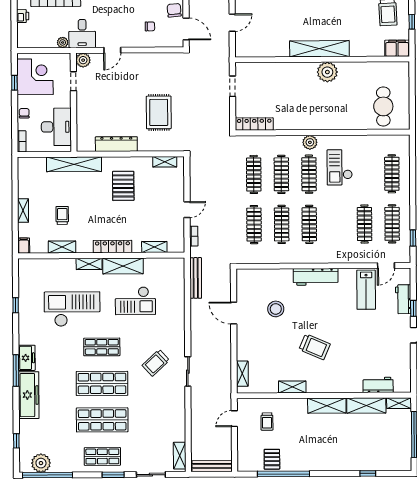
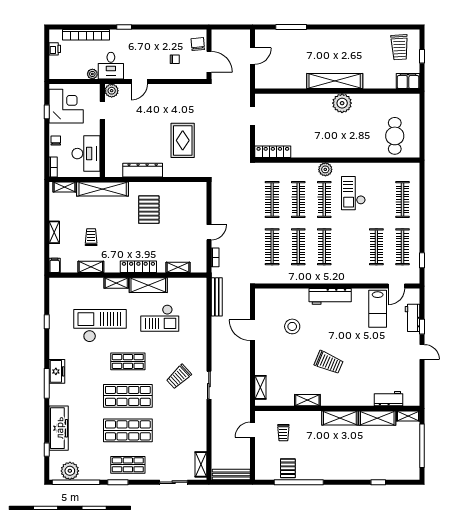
shelving: (165, 162) -> (65, 187), moved
freezer: (29, 395) -> (59, 428), moved
window: (113, 475) -> (118, 482), moved

